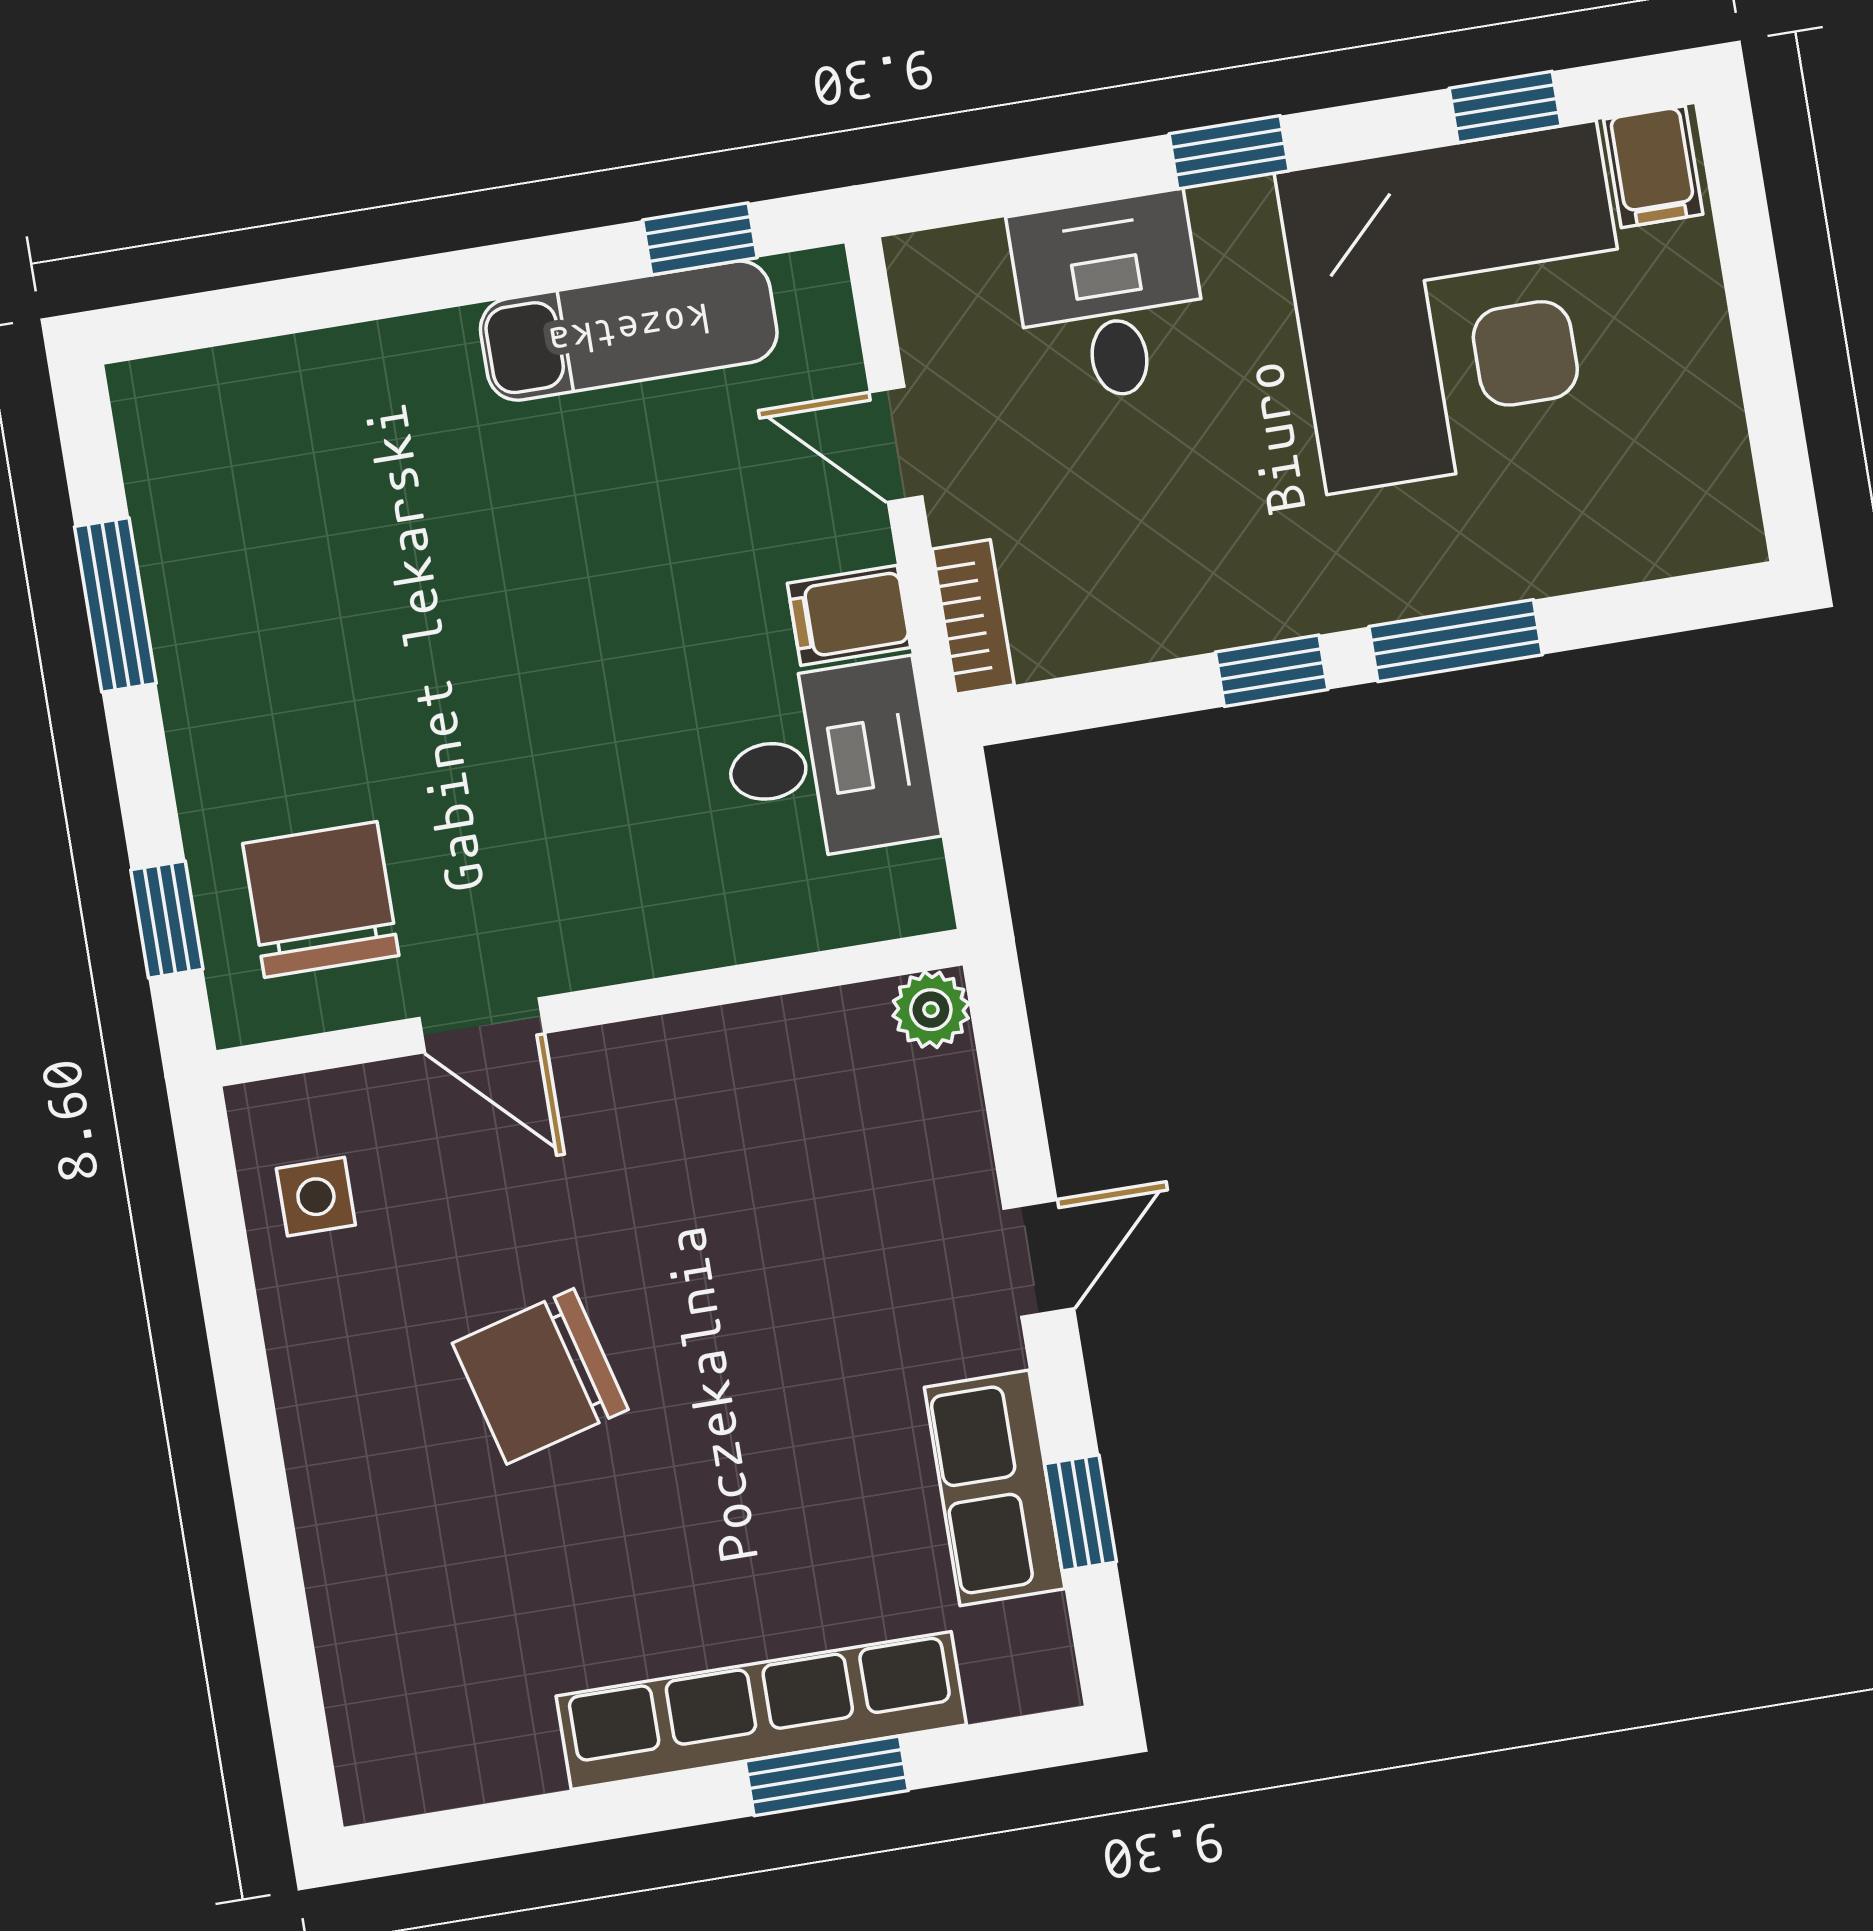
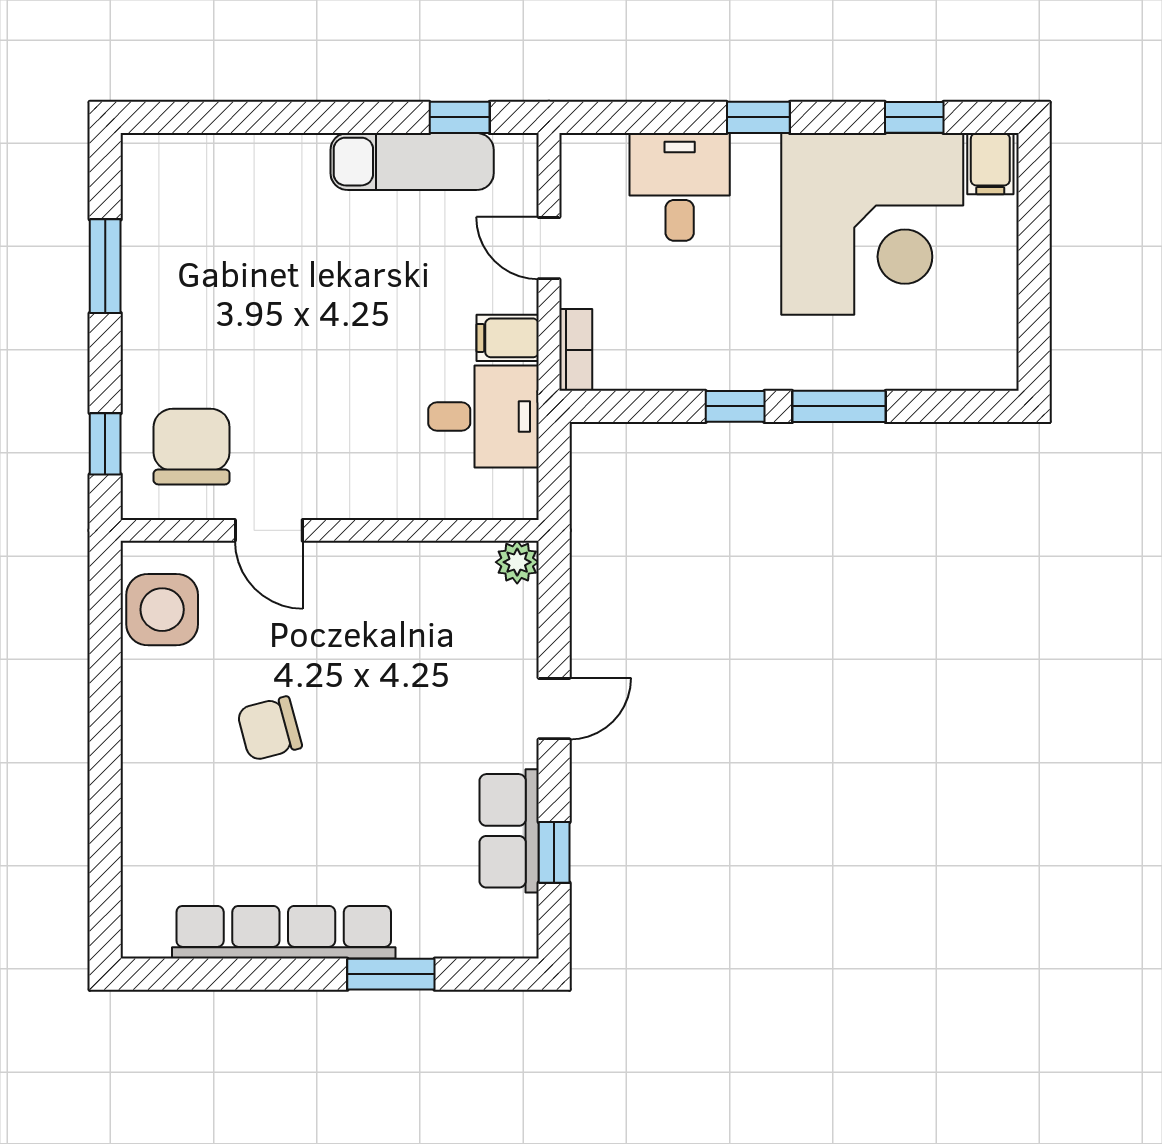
side table: (316, 1197) -> (162, 610), width x1.87, depth x1.87
chair: (540, 1376) -> (269, 729), width x0.73, depth x0.73
row of seats: (761, 1710) -> (284, 932), moved

